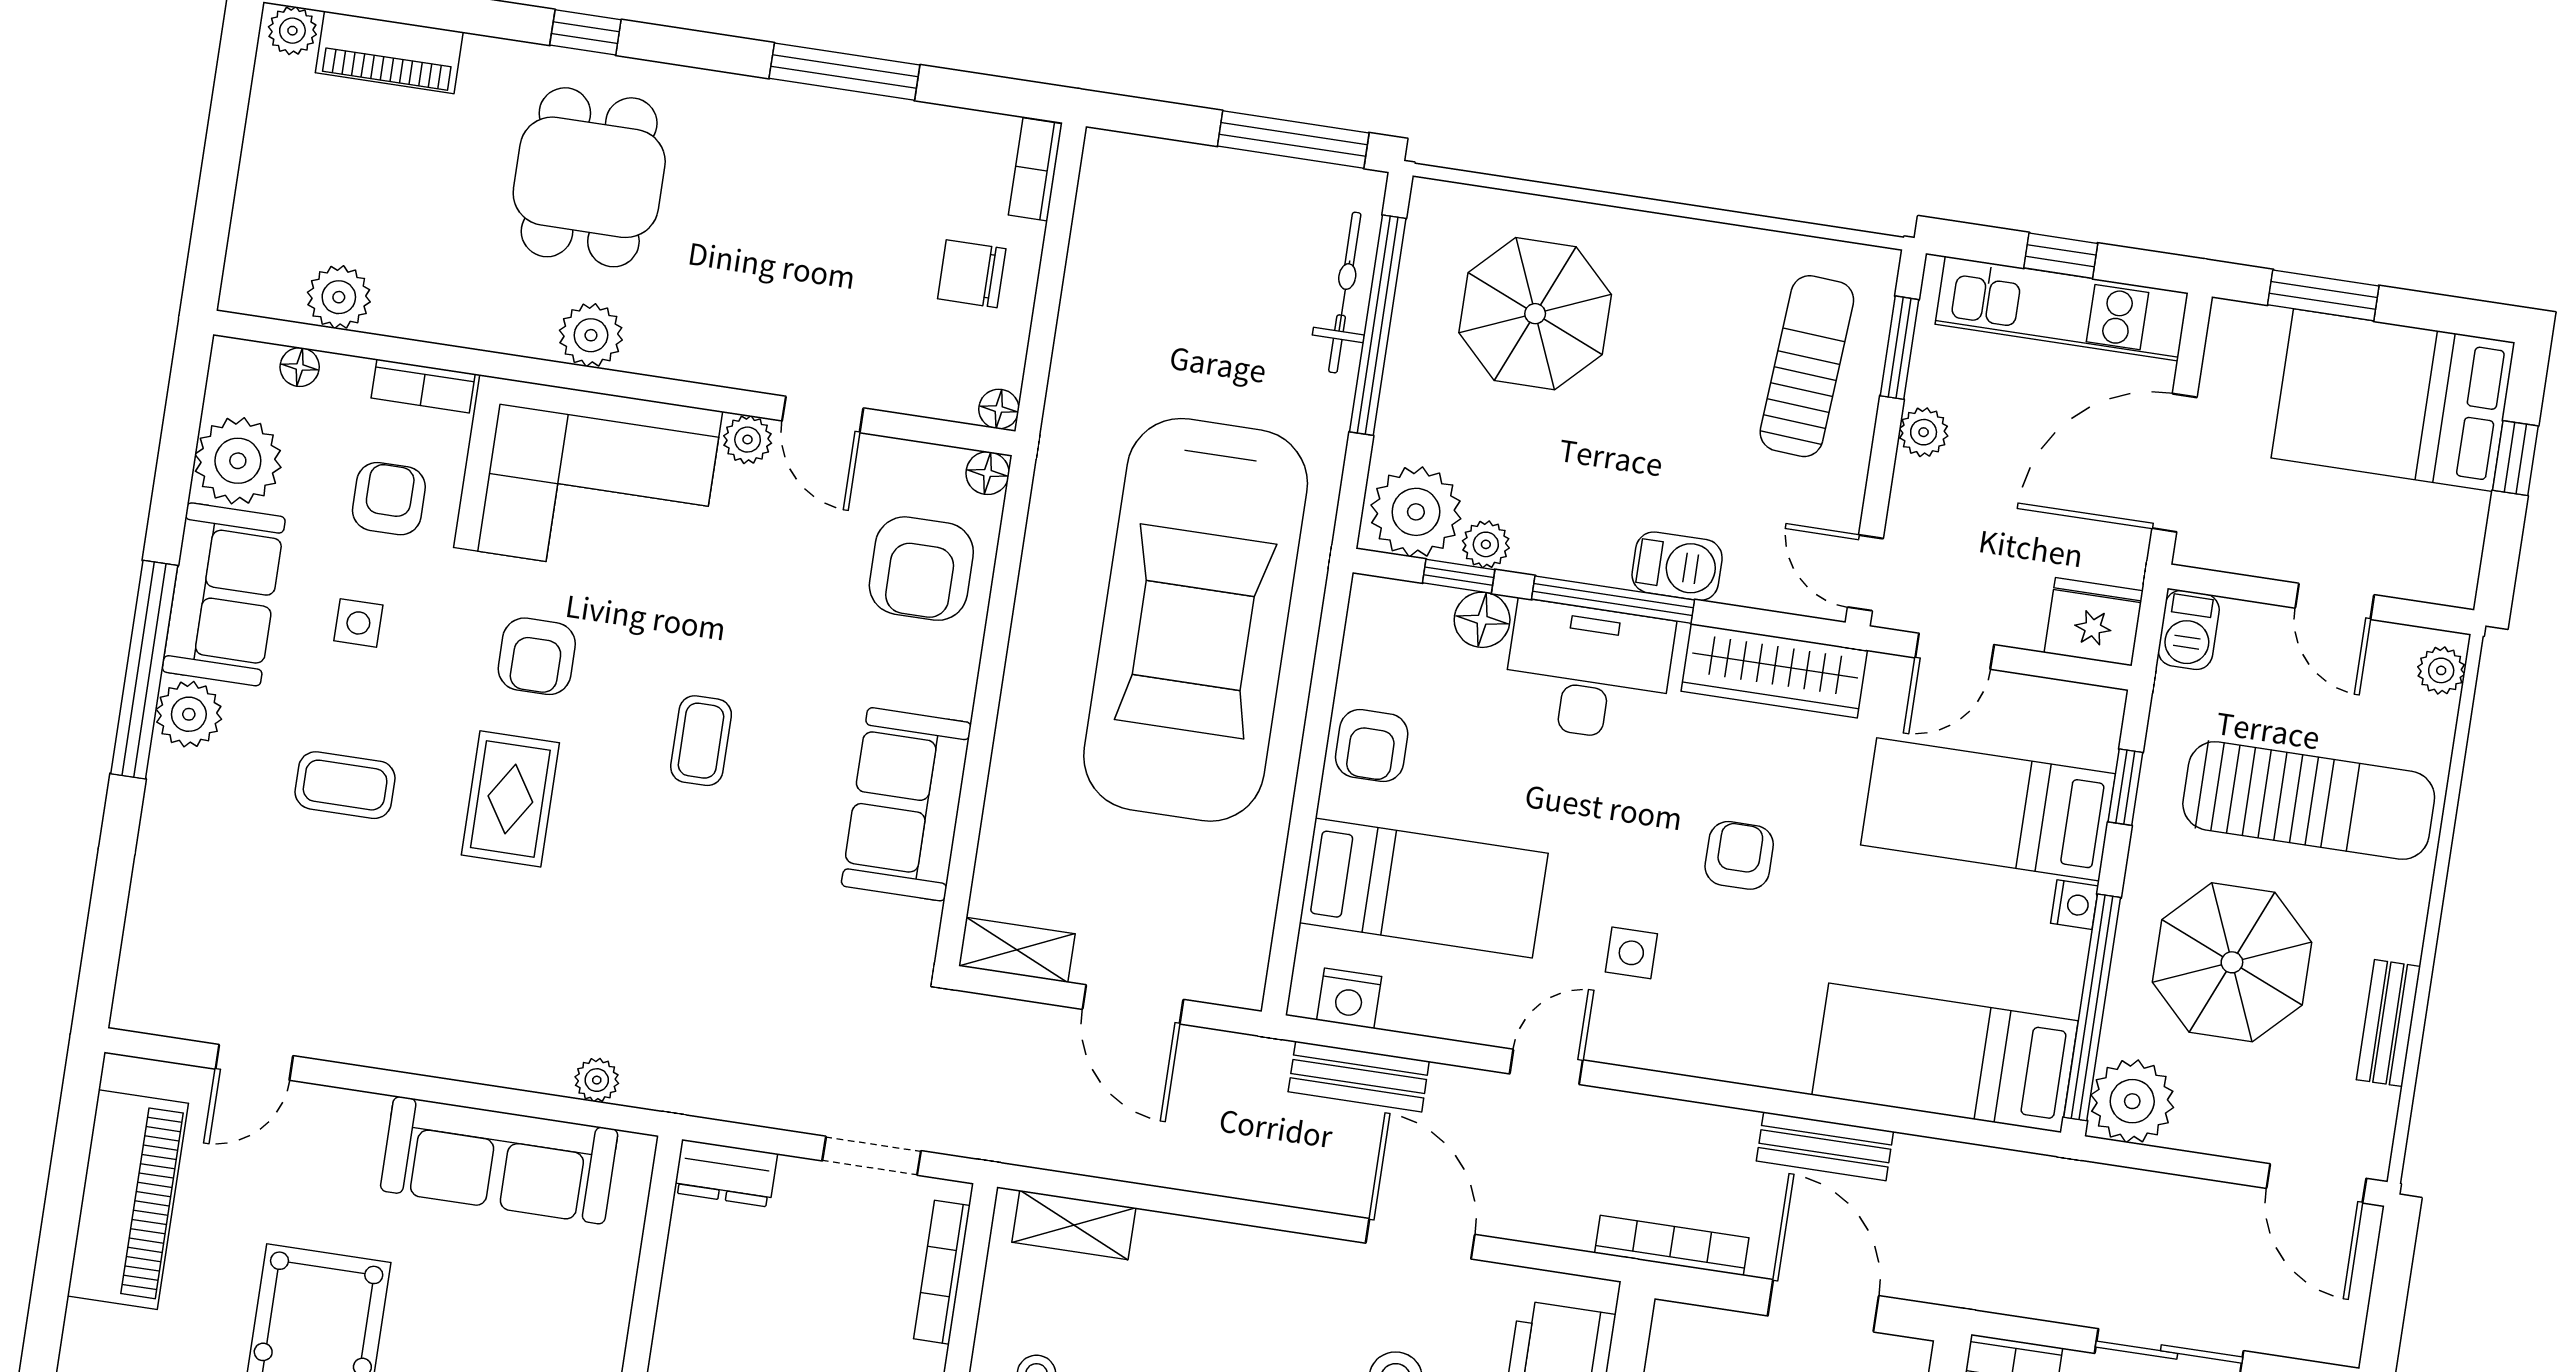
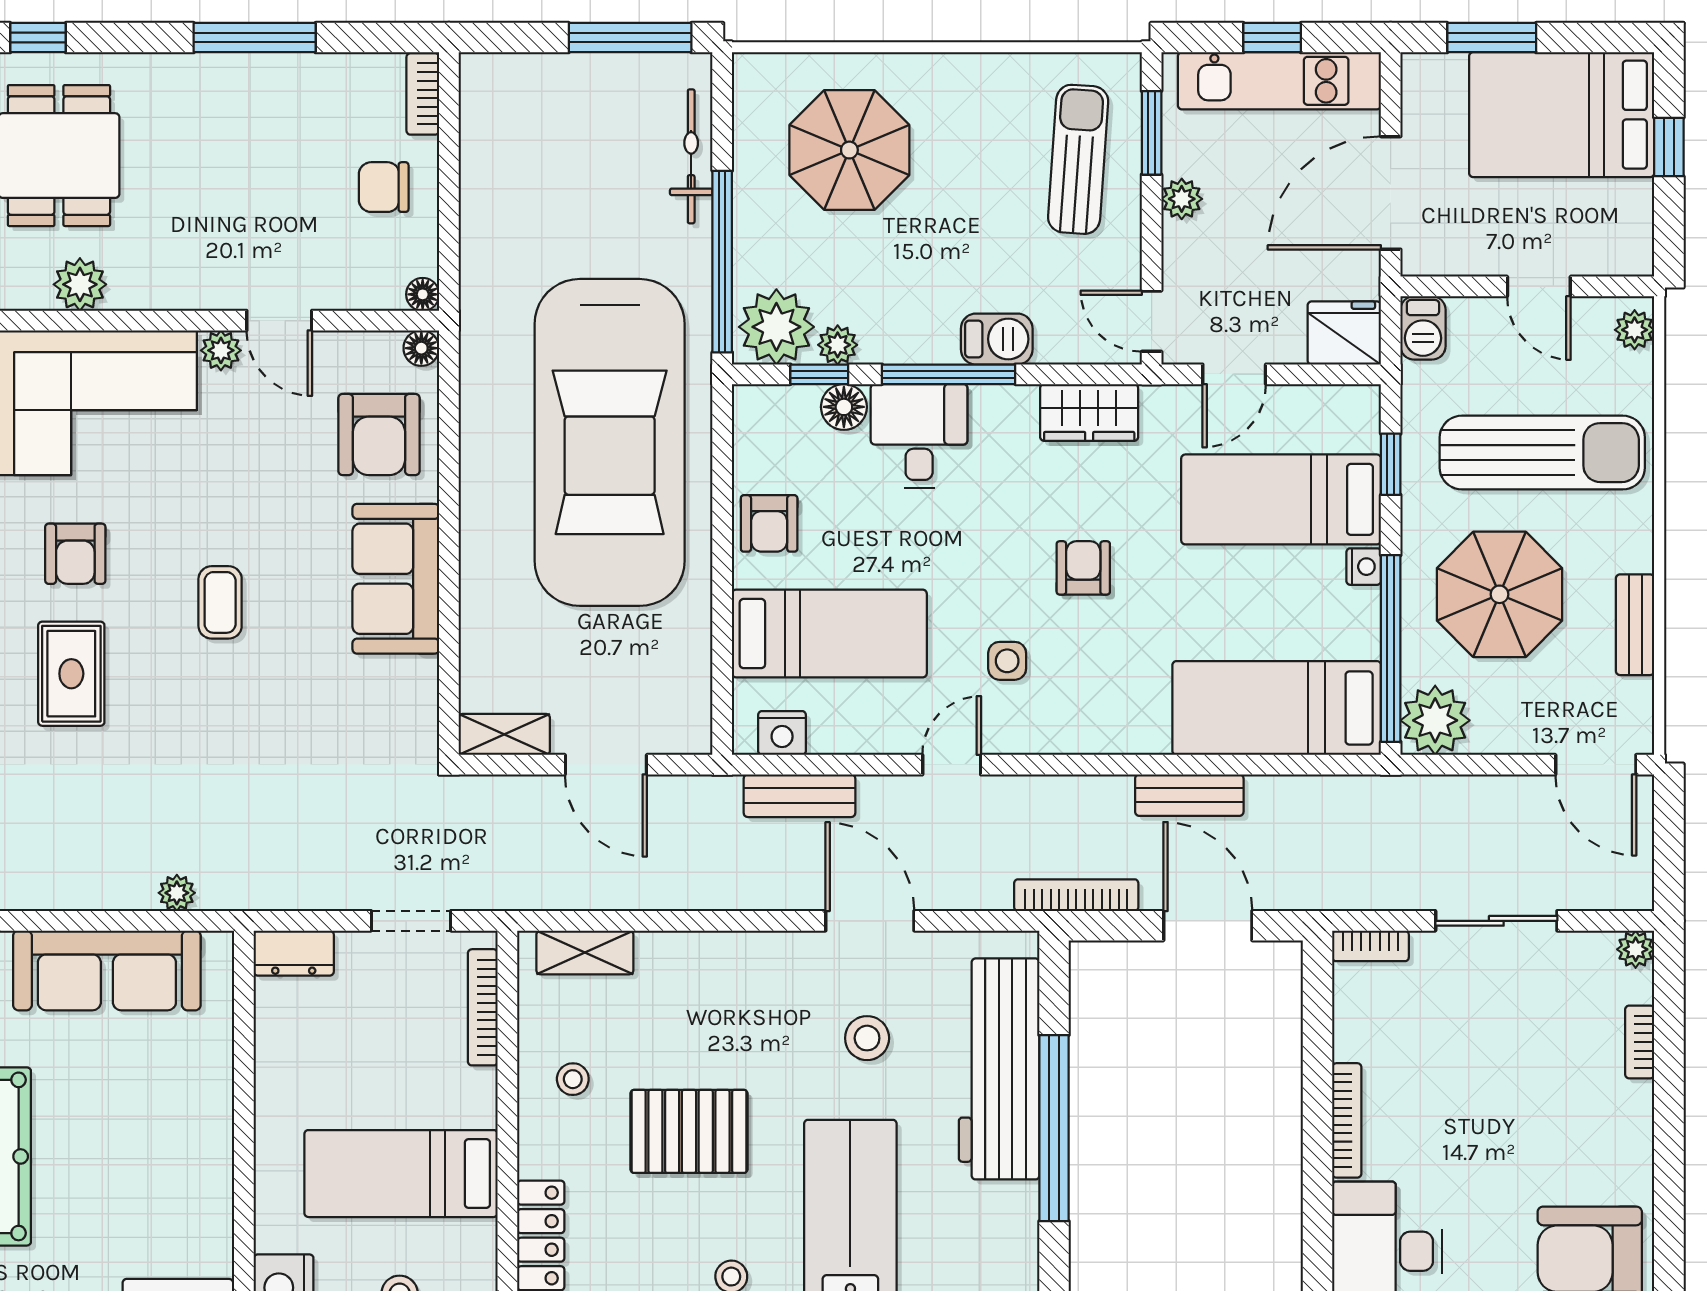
window: (1378, 325) -> (722, 262), moved
wardrobe: (1774, 671) -> (1089, 412), width x0.67
desk: (1588, 672) -> (919, 436), width x0.73
sofa: (906, 804) -> (396, 579), moved

